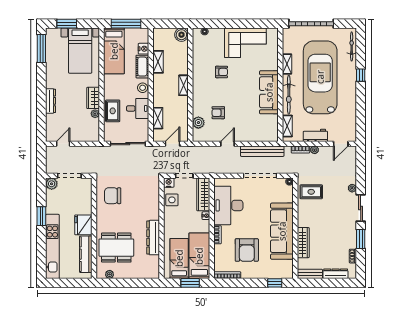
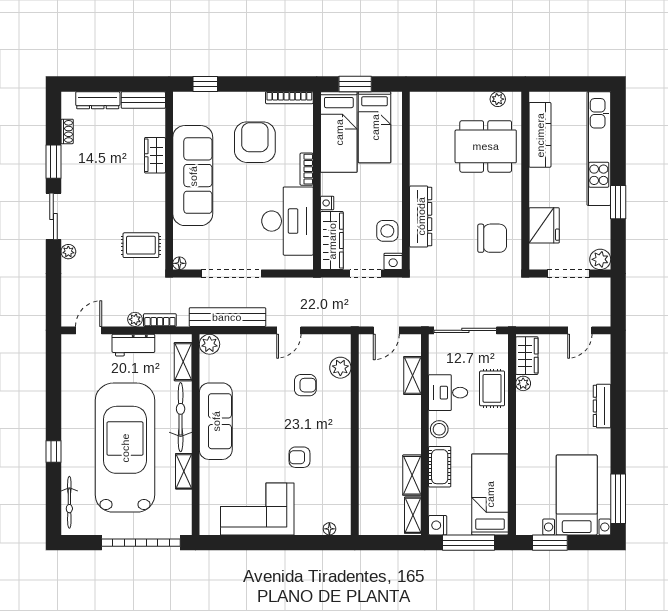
window: (67, 24) -> (550, 543), moved
boiler: (181, 35) -> (370, 523), removed
nightstand: (143, 49) -> (438, 525), moved
bed with nightstands: (80, 51) -> (577, 495), moved
car: (320, 77) -> (125, 448), turned 180
shelving: (184, 85) -> (413, 515), moved
wardrobe: (93, 98) -> (527, 356), moved
plant: (272, 136) -> (209, 344), added
fridge: (83, 225) -> (544, 225), moved
dresser: (153, 238) -> (421, 216), moved
wardrobe: (303, 243) -> (155, 155), width x0.67

